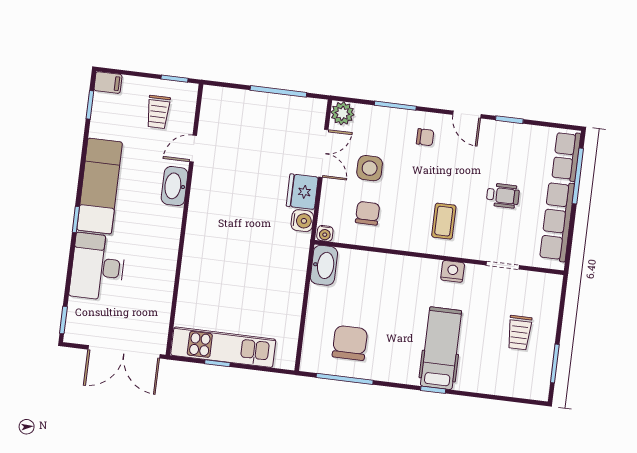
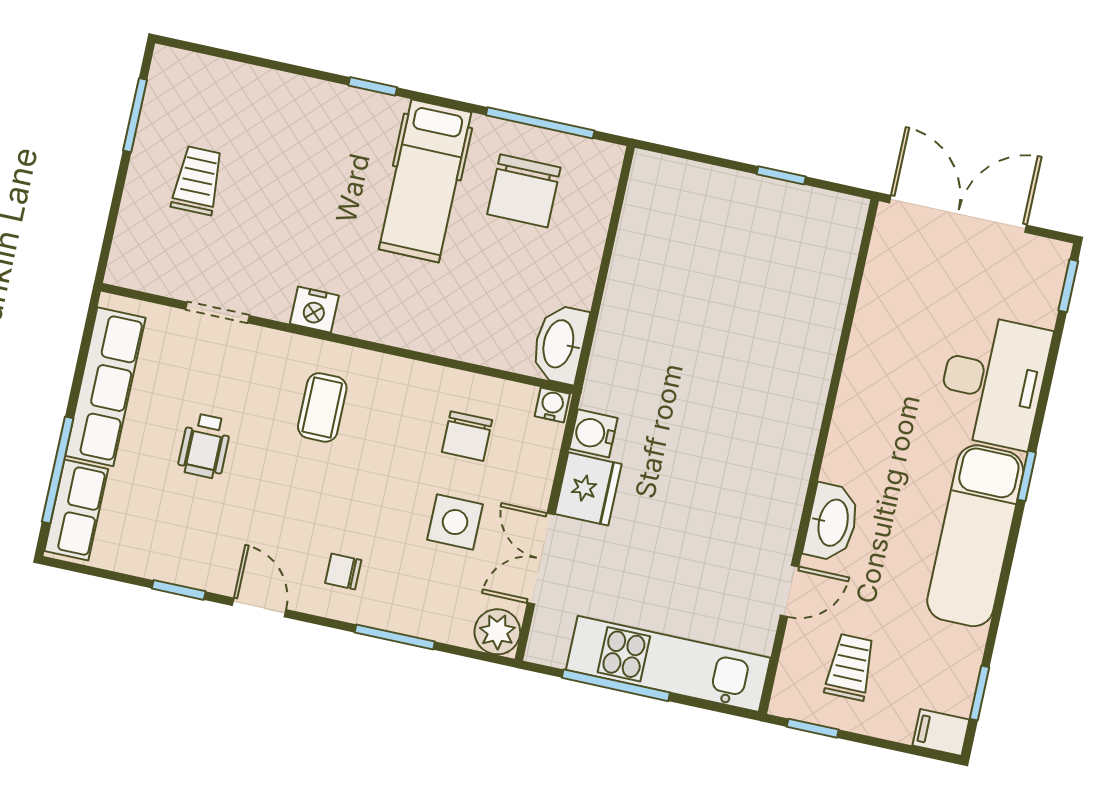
wheelchair: (503, 196) -> (205, 446), turned -90
kitchen unit: (223, 347) -> (668, 664), moved, turned 180
hospital bed: (441, 348) -> (425, 181), moved

